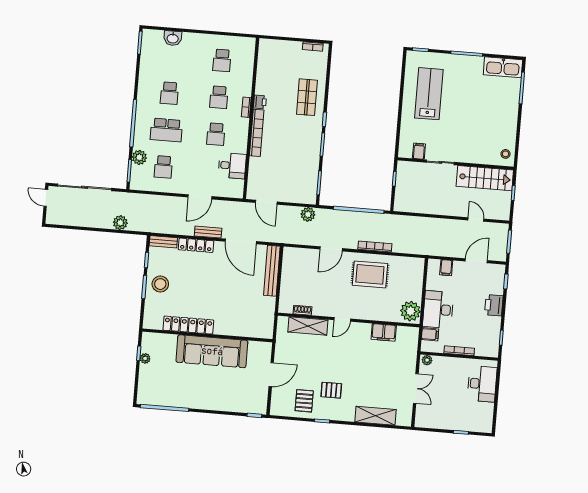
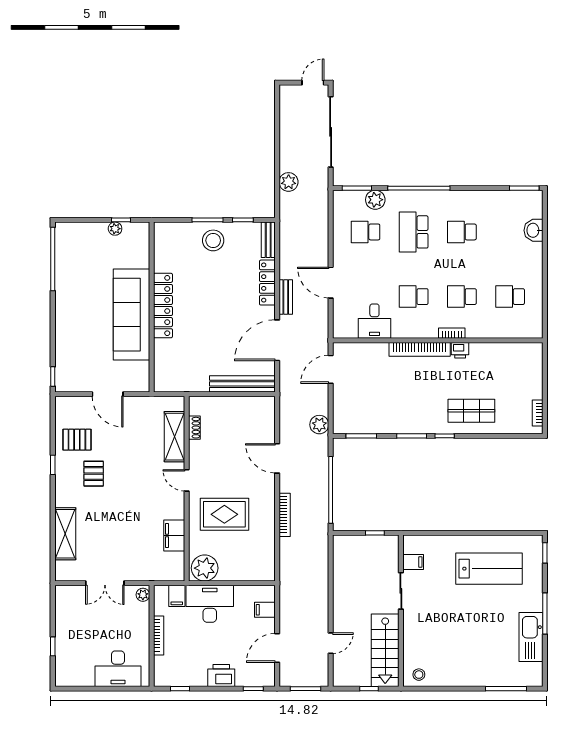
kitchen sink: (503, 67) -> (531, 637), moved
door: (476, 261) -> (277, 648), swing flipped
rug: (370, 274) -> (224, 514), moved, turned 90
locker: (188, 325) -> (163, 306), moved

